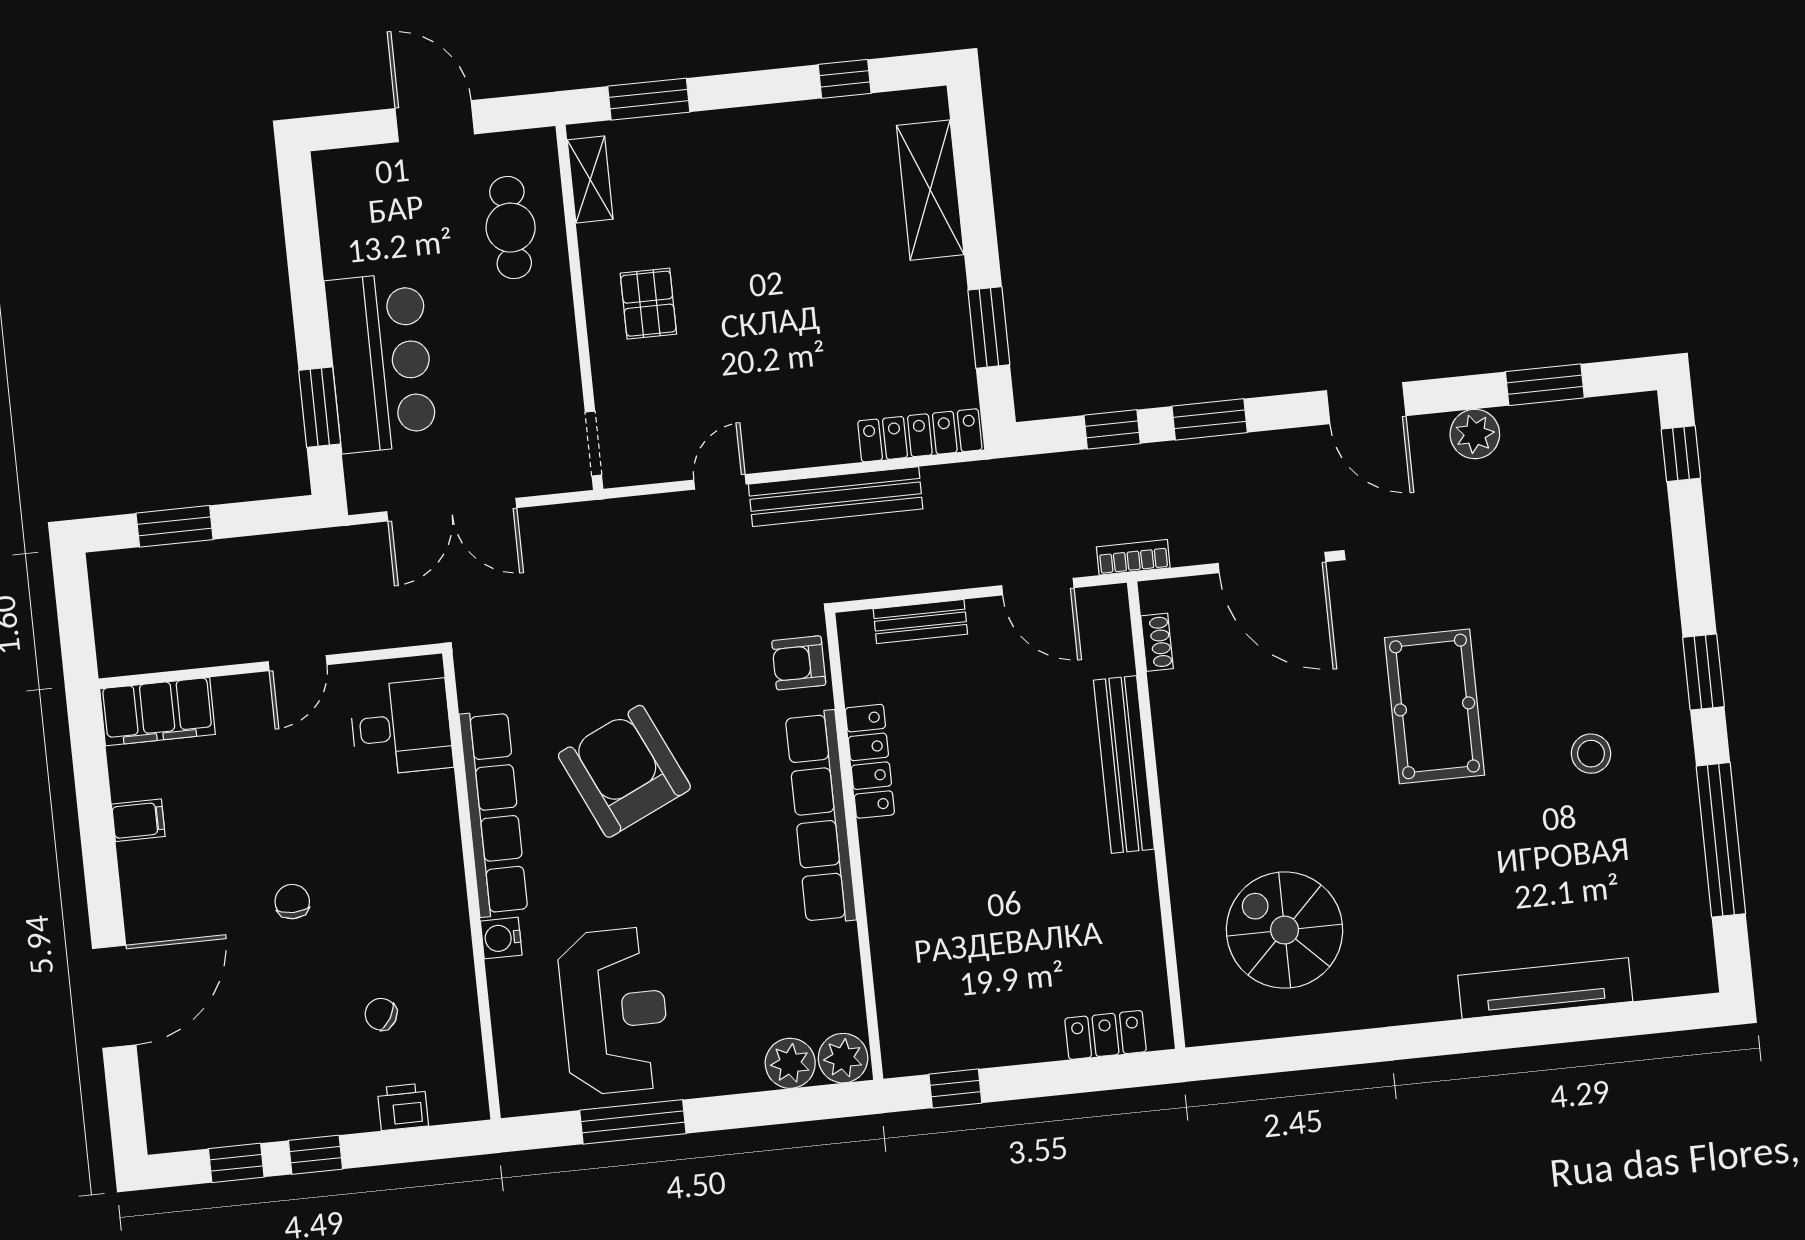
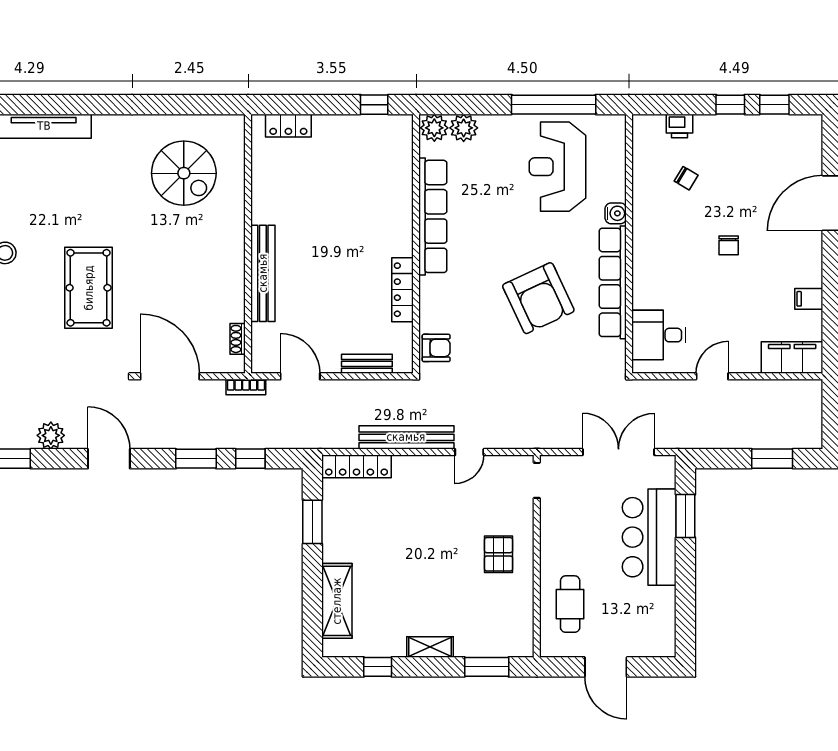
shelving: (590, 180) -> (430, 647), moved, turned 90
row of seats: (821, 817) -> (433, 216), moved
window: (633, 1122) -> (554, 105), width x1.46

